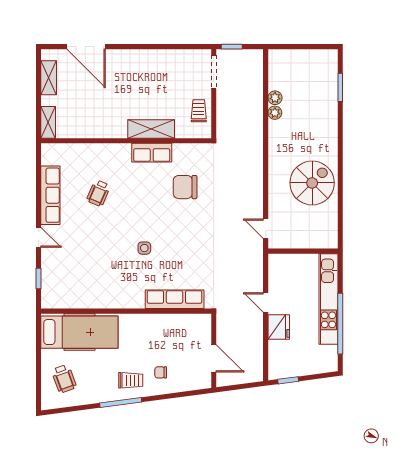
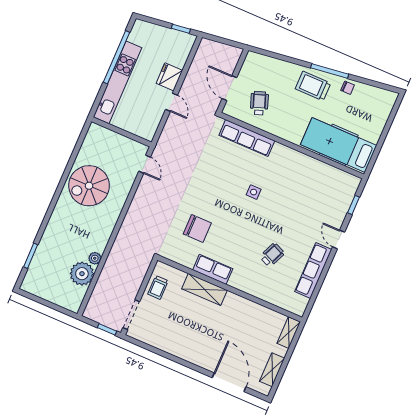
plant: (275, 98) -> (82, 274), width x1.88, depth x1.88
door: (214, 358) -> (229, 88), moved
chair: (161, 372) -> (348, 88), moved
wheelchair: (64, 379) -> (259, 103), moved
trolley: (131, 380) -> (313, 86), width x1.36, depth x1.39

